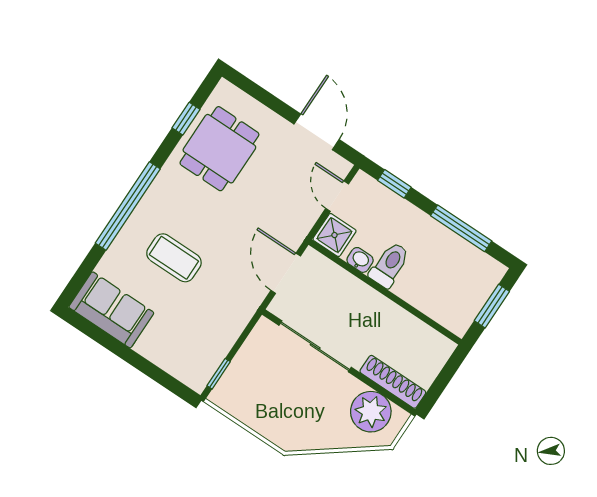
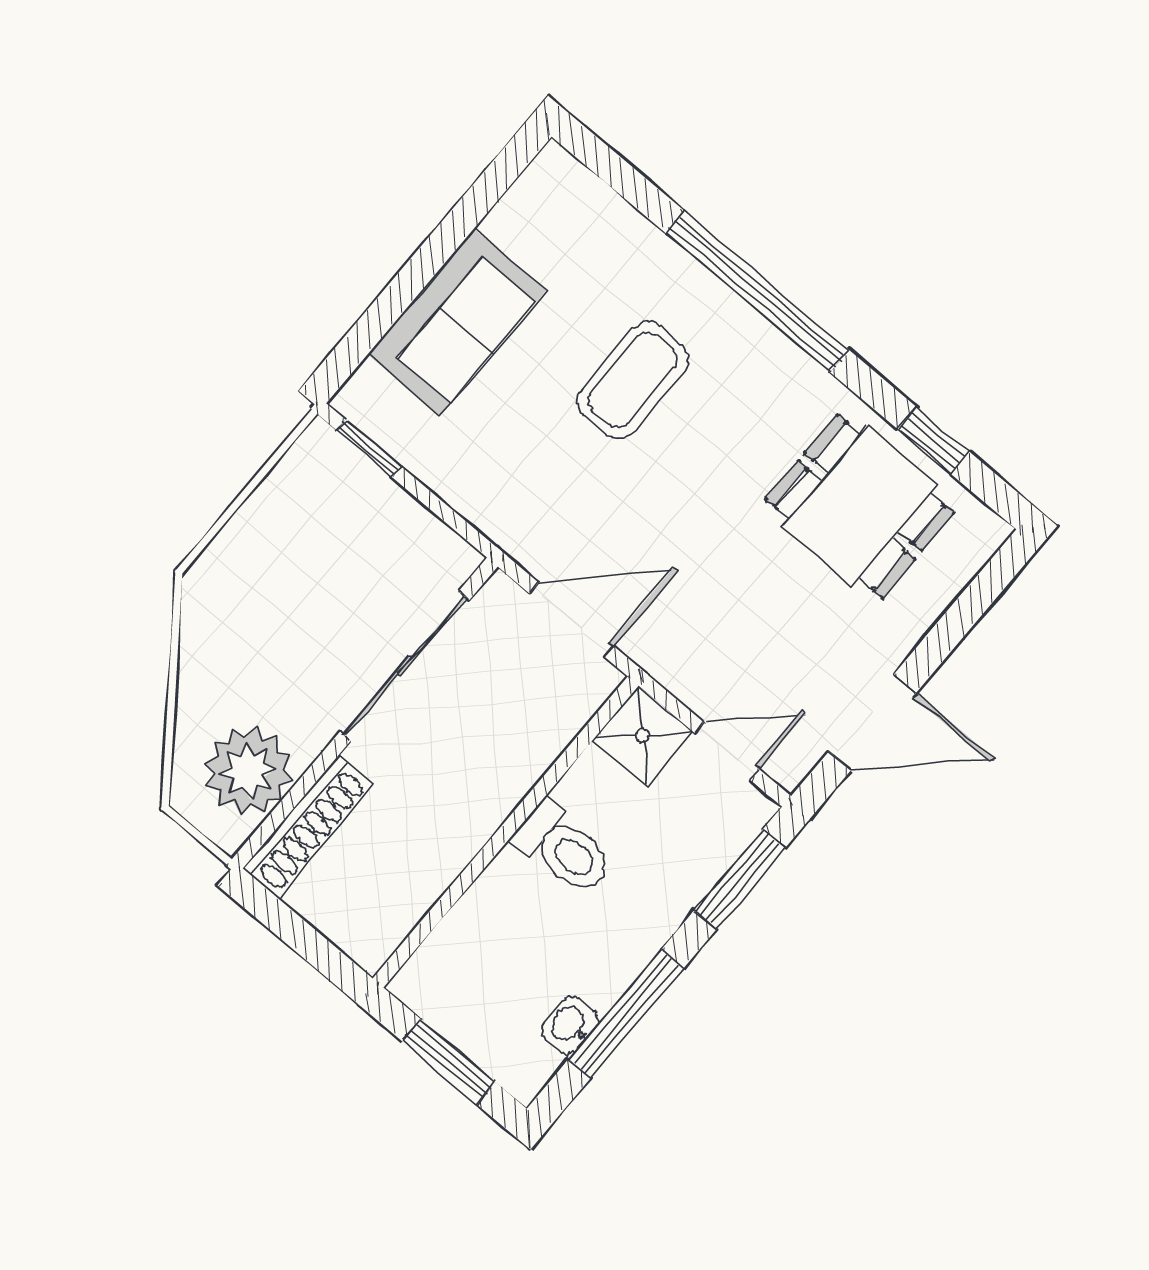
window: (394, 184) -> (740, 879), width x1.50
washbasin: (360, 260) -> (570, 1025), moved, turned 180
sofa: (111, 310) -> (457, 322), moved

